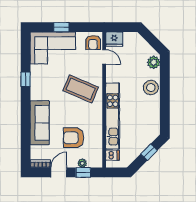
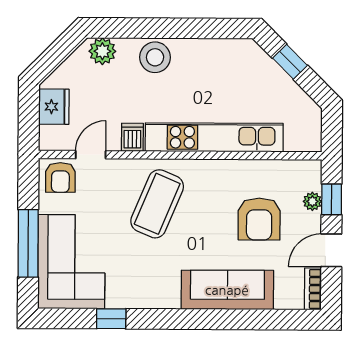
window: (61, 27) -> (28, 243), width x2.17
fridge: (114, 39) -> (54, 107), moved
armchair: (93, 42) -> (60, 177), turned 90
window: (26, 79) -> (111, 319), moved
dishwasher: (113, 155) -> (132, 137), moved
door: (59, 172) -> (331, 250), hinge flipped

